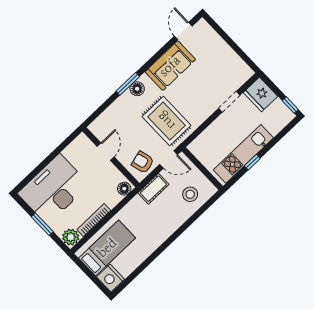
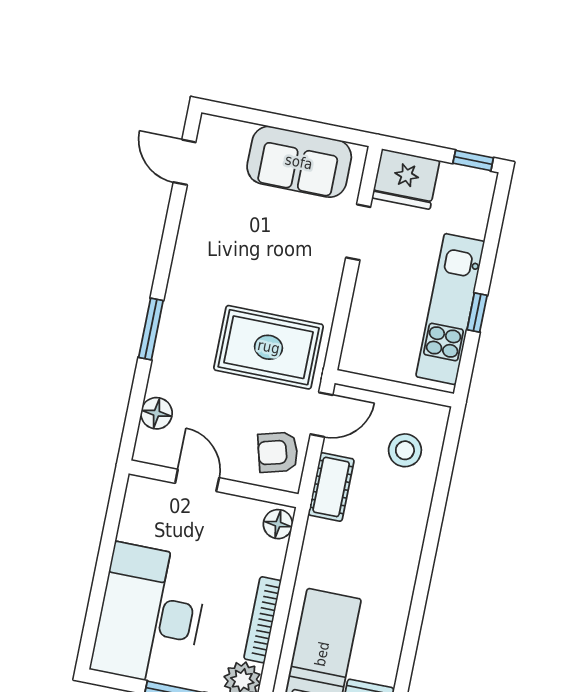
sofa: (170, 66) -> (299, 162), moved, turned 90
floor lamp: (137, 89) -> (157, 413), moved

